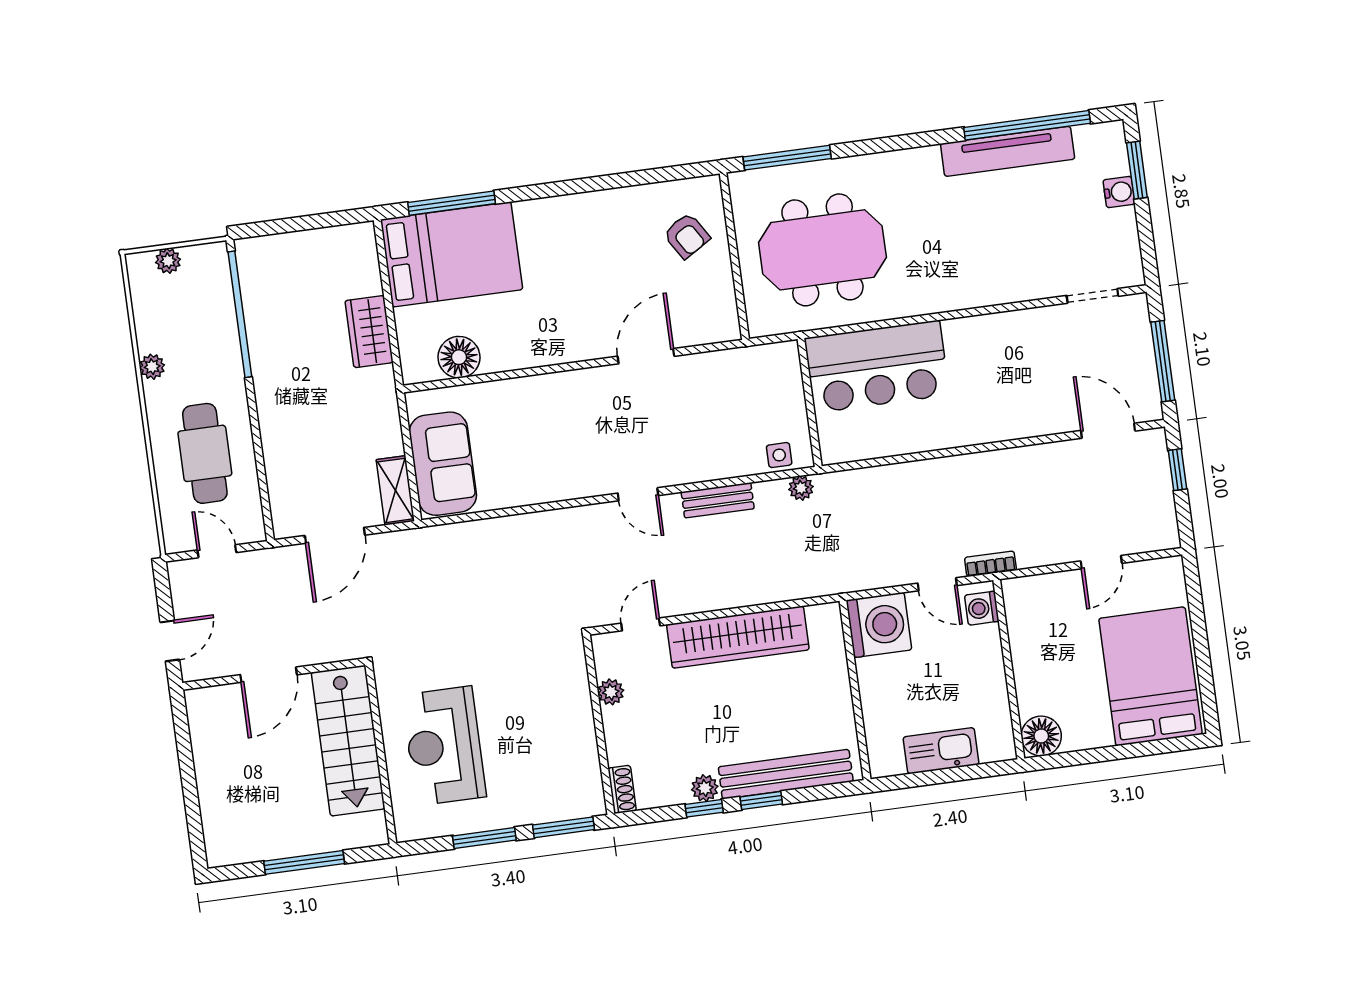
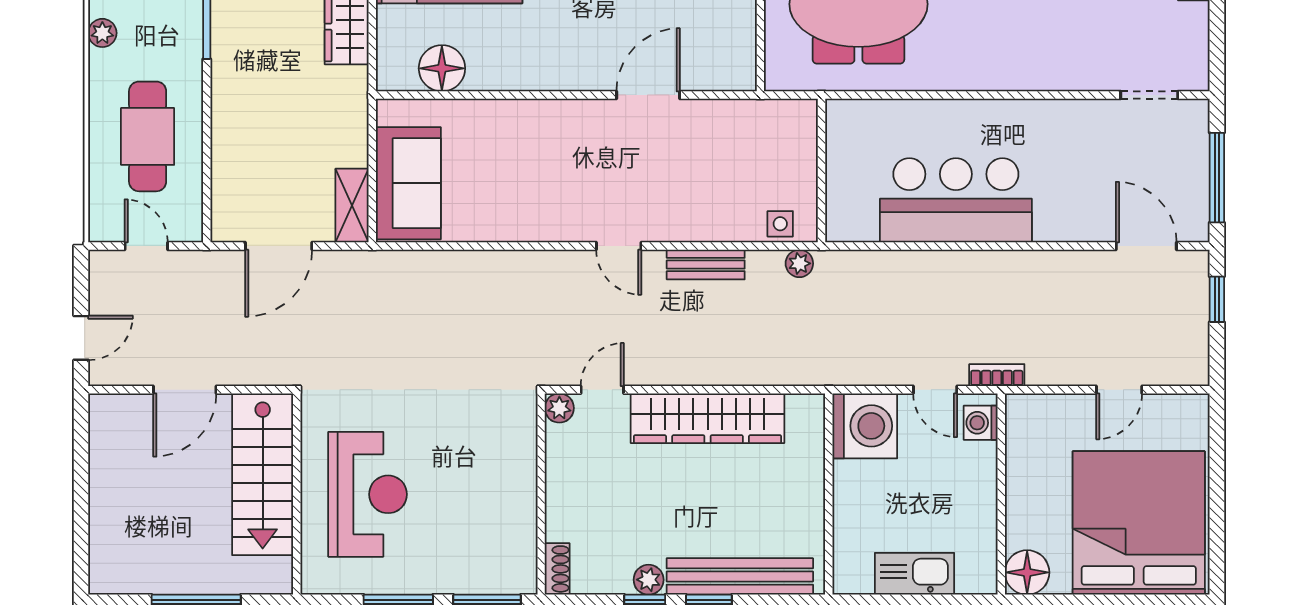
bar counter: (877, 367) -> (956, 200), moved, turned 180
bed: (1150, 676) -> (1139, 523), width x1.36
plant: (611, 692) -> (559, 408), moved
reception desk: (444, 746) -> (368, 494), turned 180

